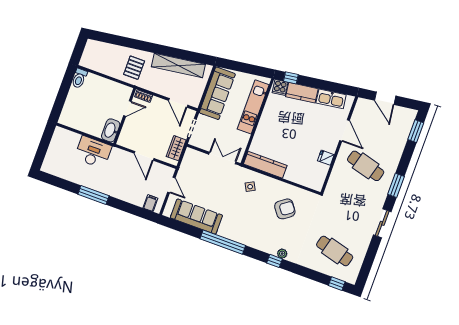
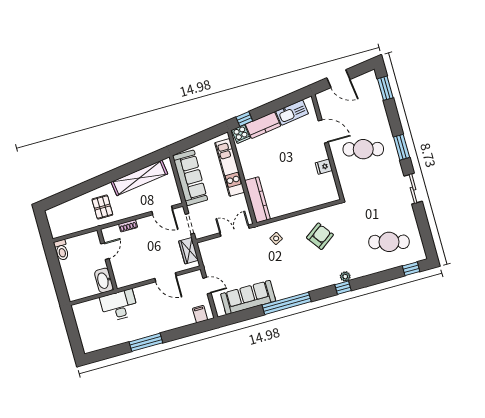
door: (127, 108) -> (105, 251), moved
wall: (125, 116) -> (107, 259), moved
washbasin: (111, 130) -> (104, 280), moved
kitchen counter: (265, 165) -> (258, 200), moved, turned 90

